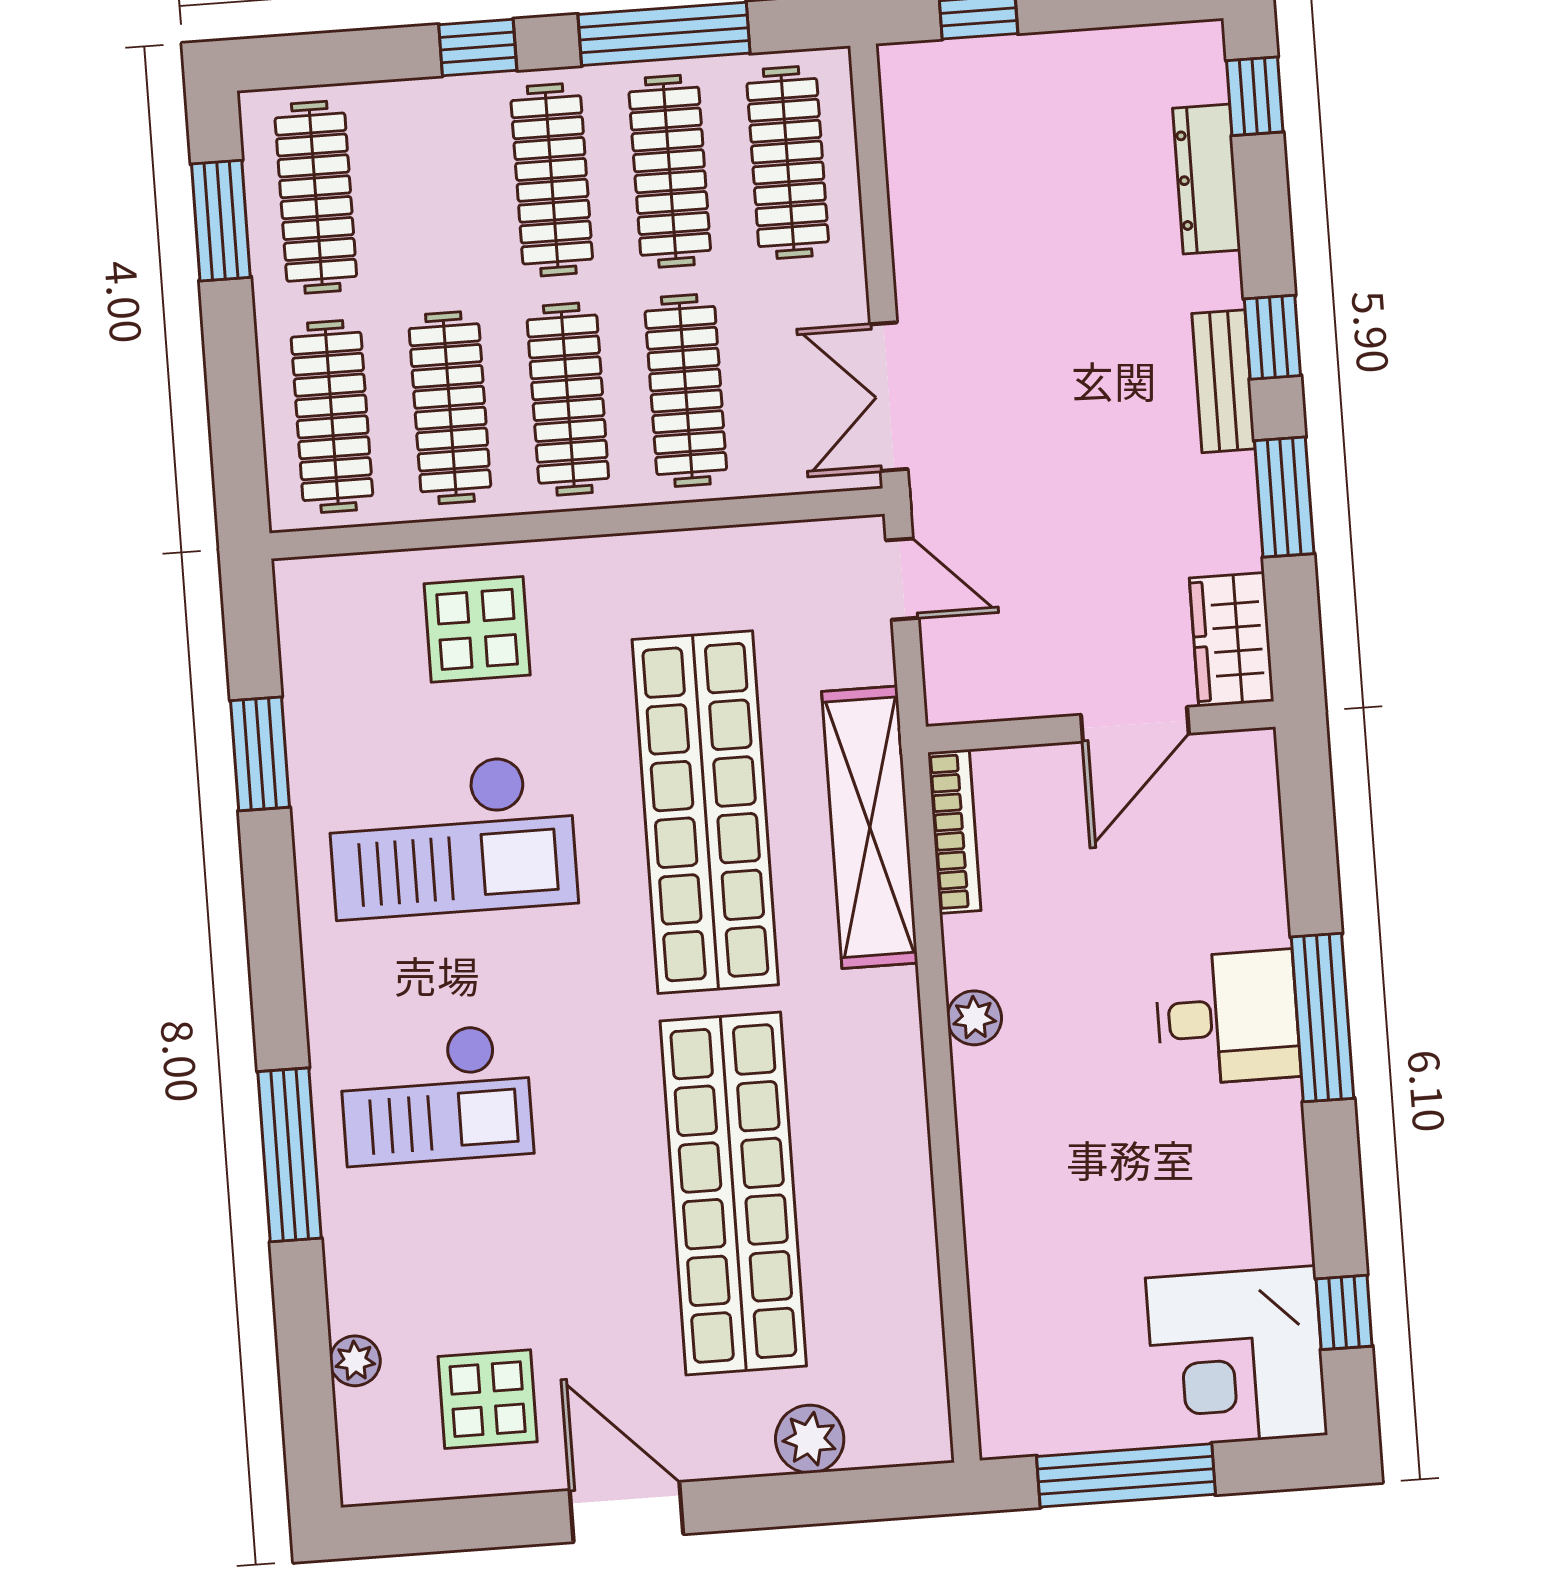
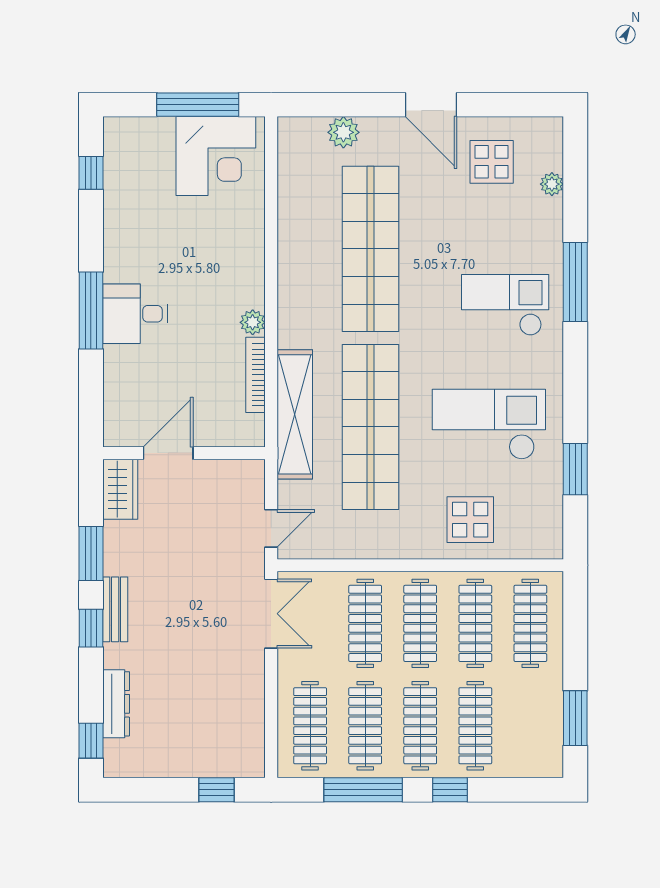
clothes rail: (316, 197) -> (475, 726), moved
door: (902, 579) -> (271, 528), swing flipped
bookcase: (954, 831) -> (256, 375), moved
corner desk: (1236, 1356) -> (216, 156), moved, turned 90

